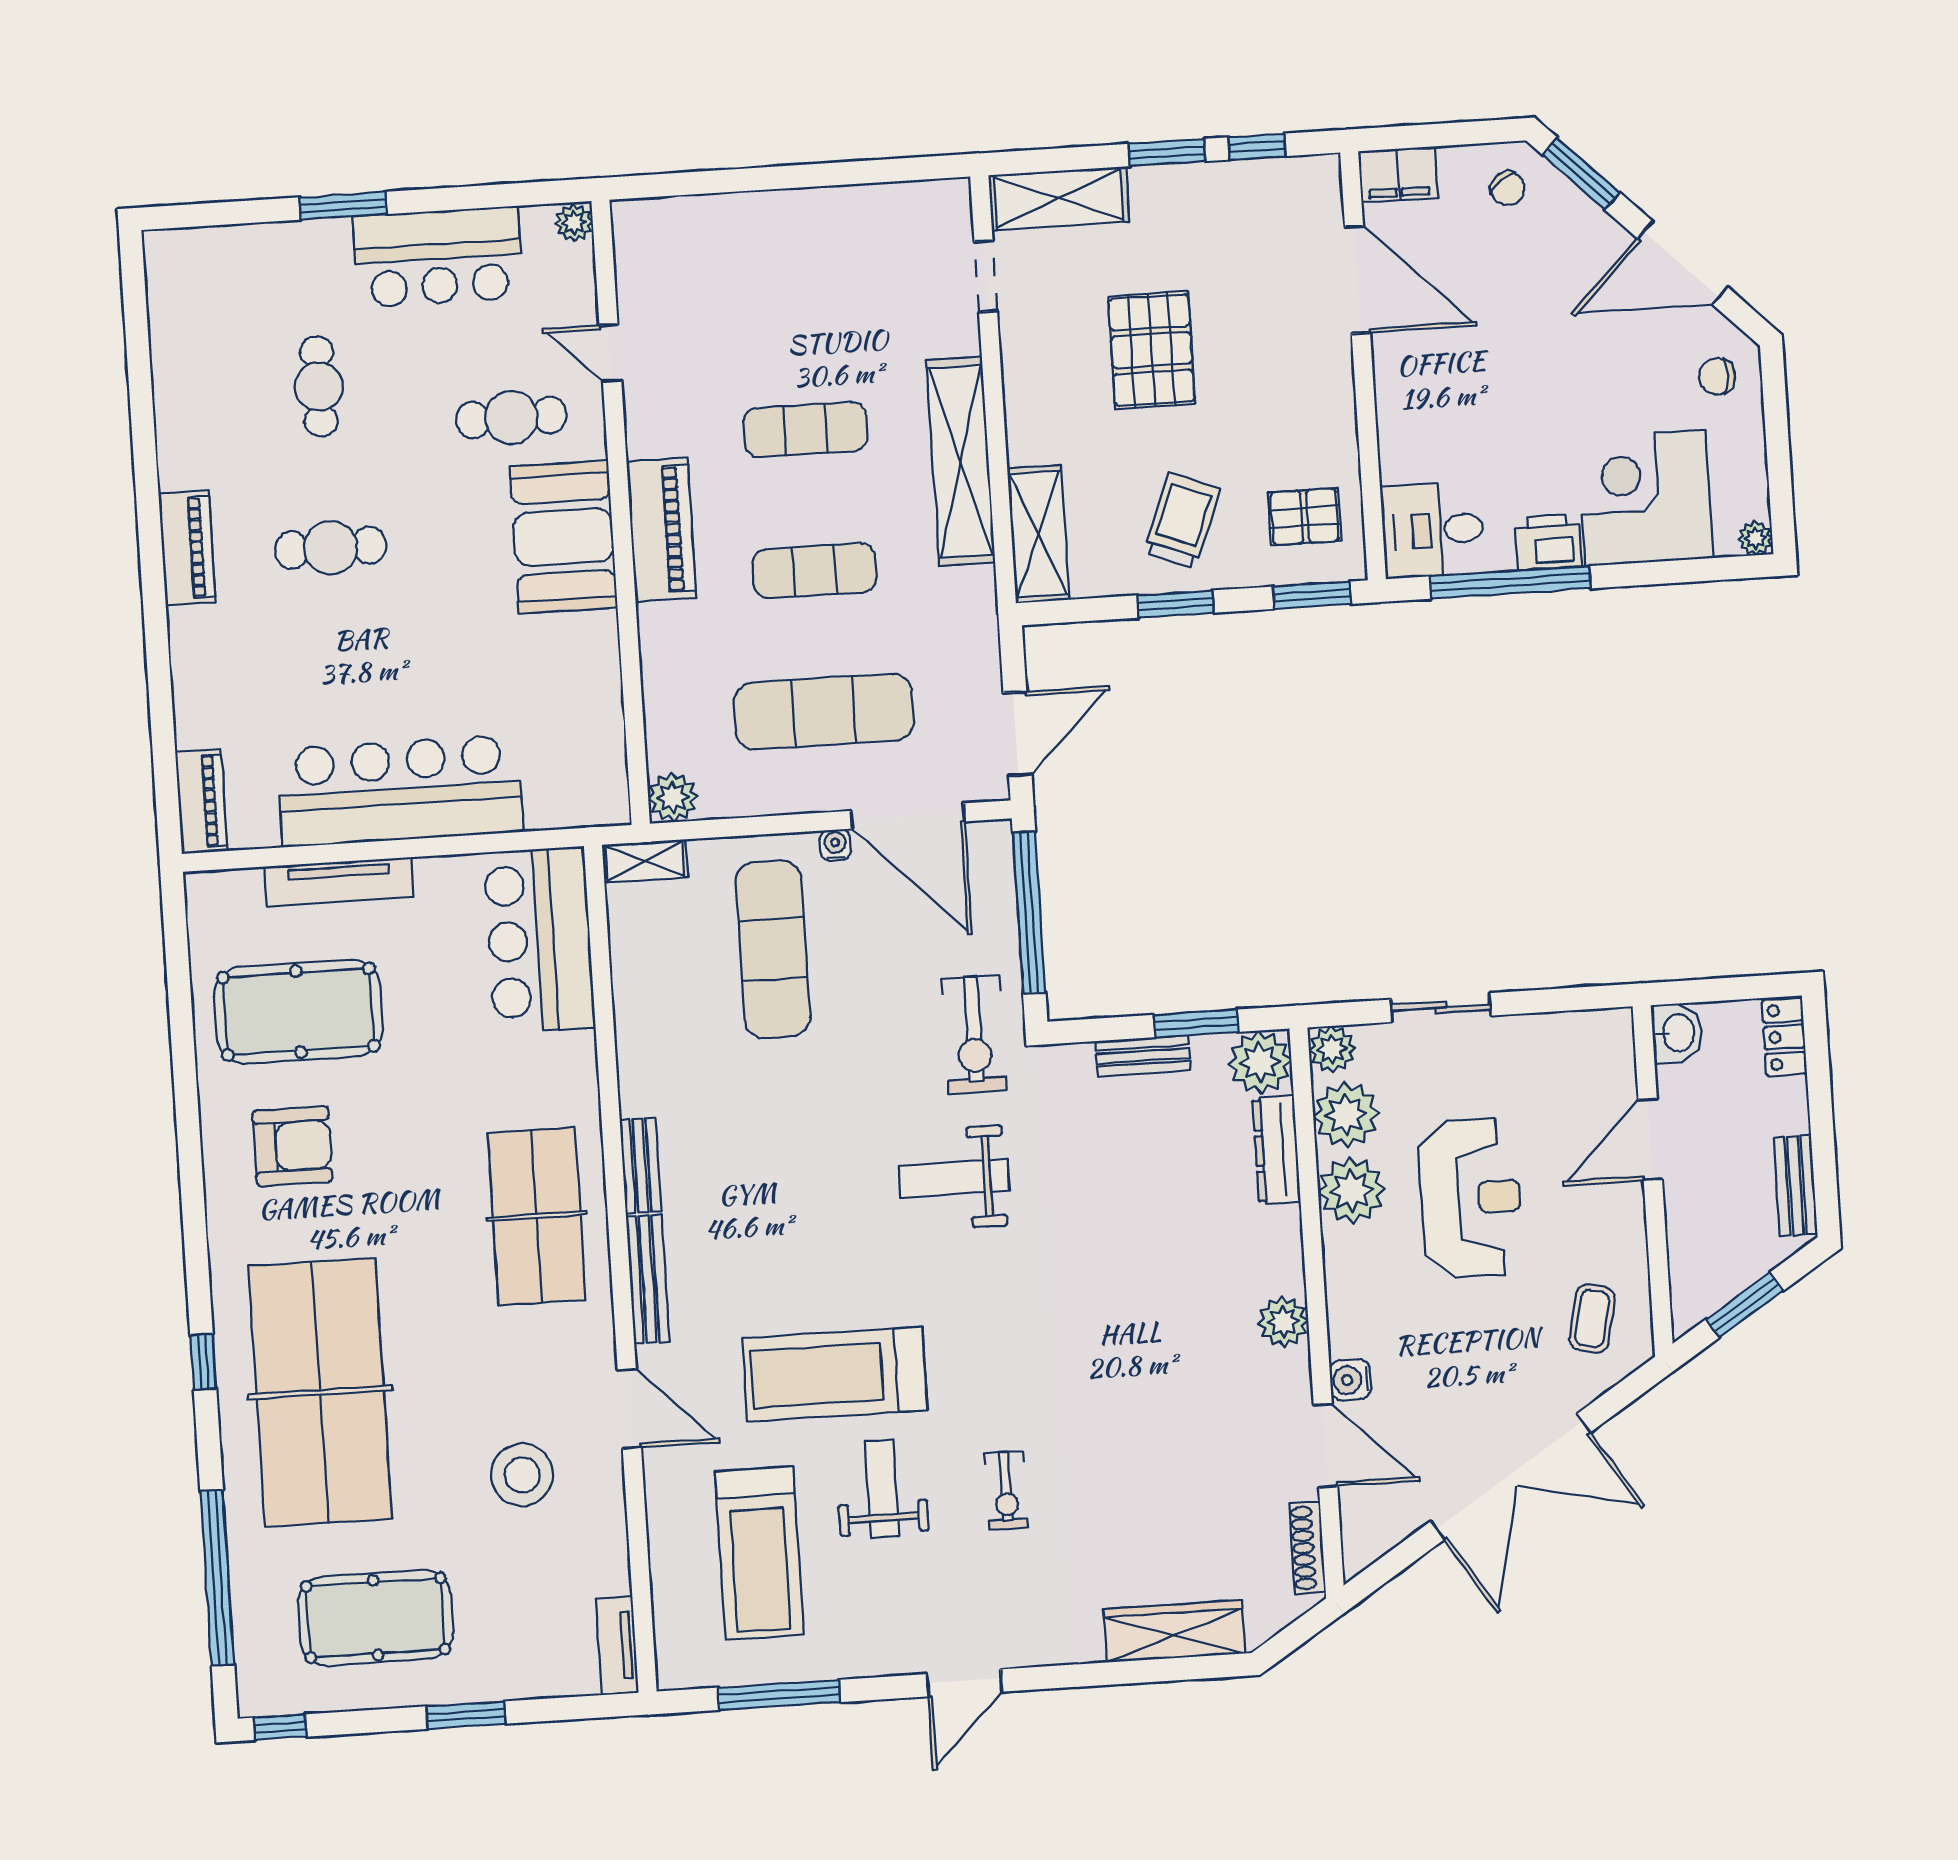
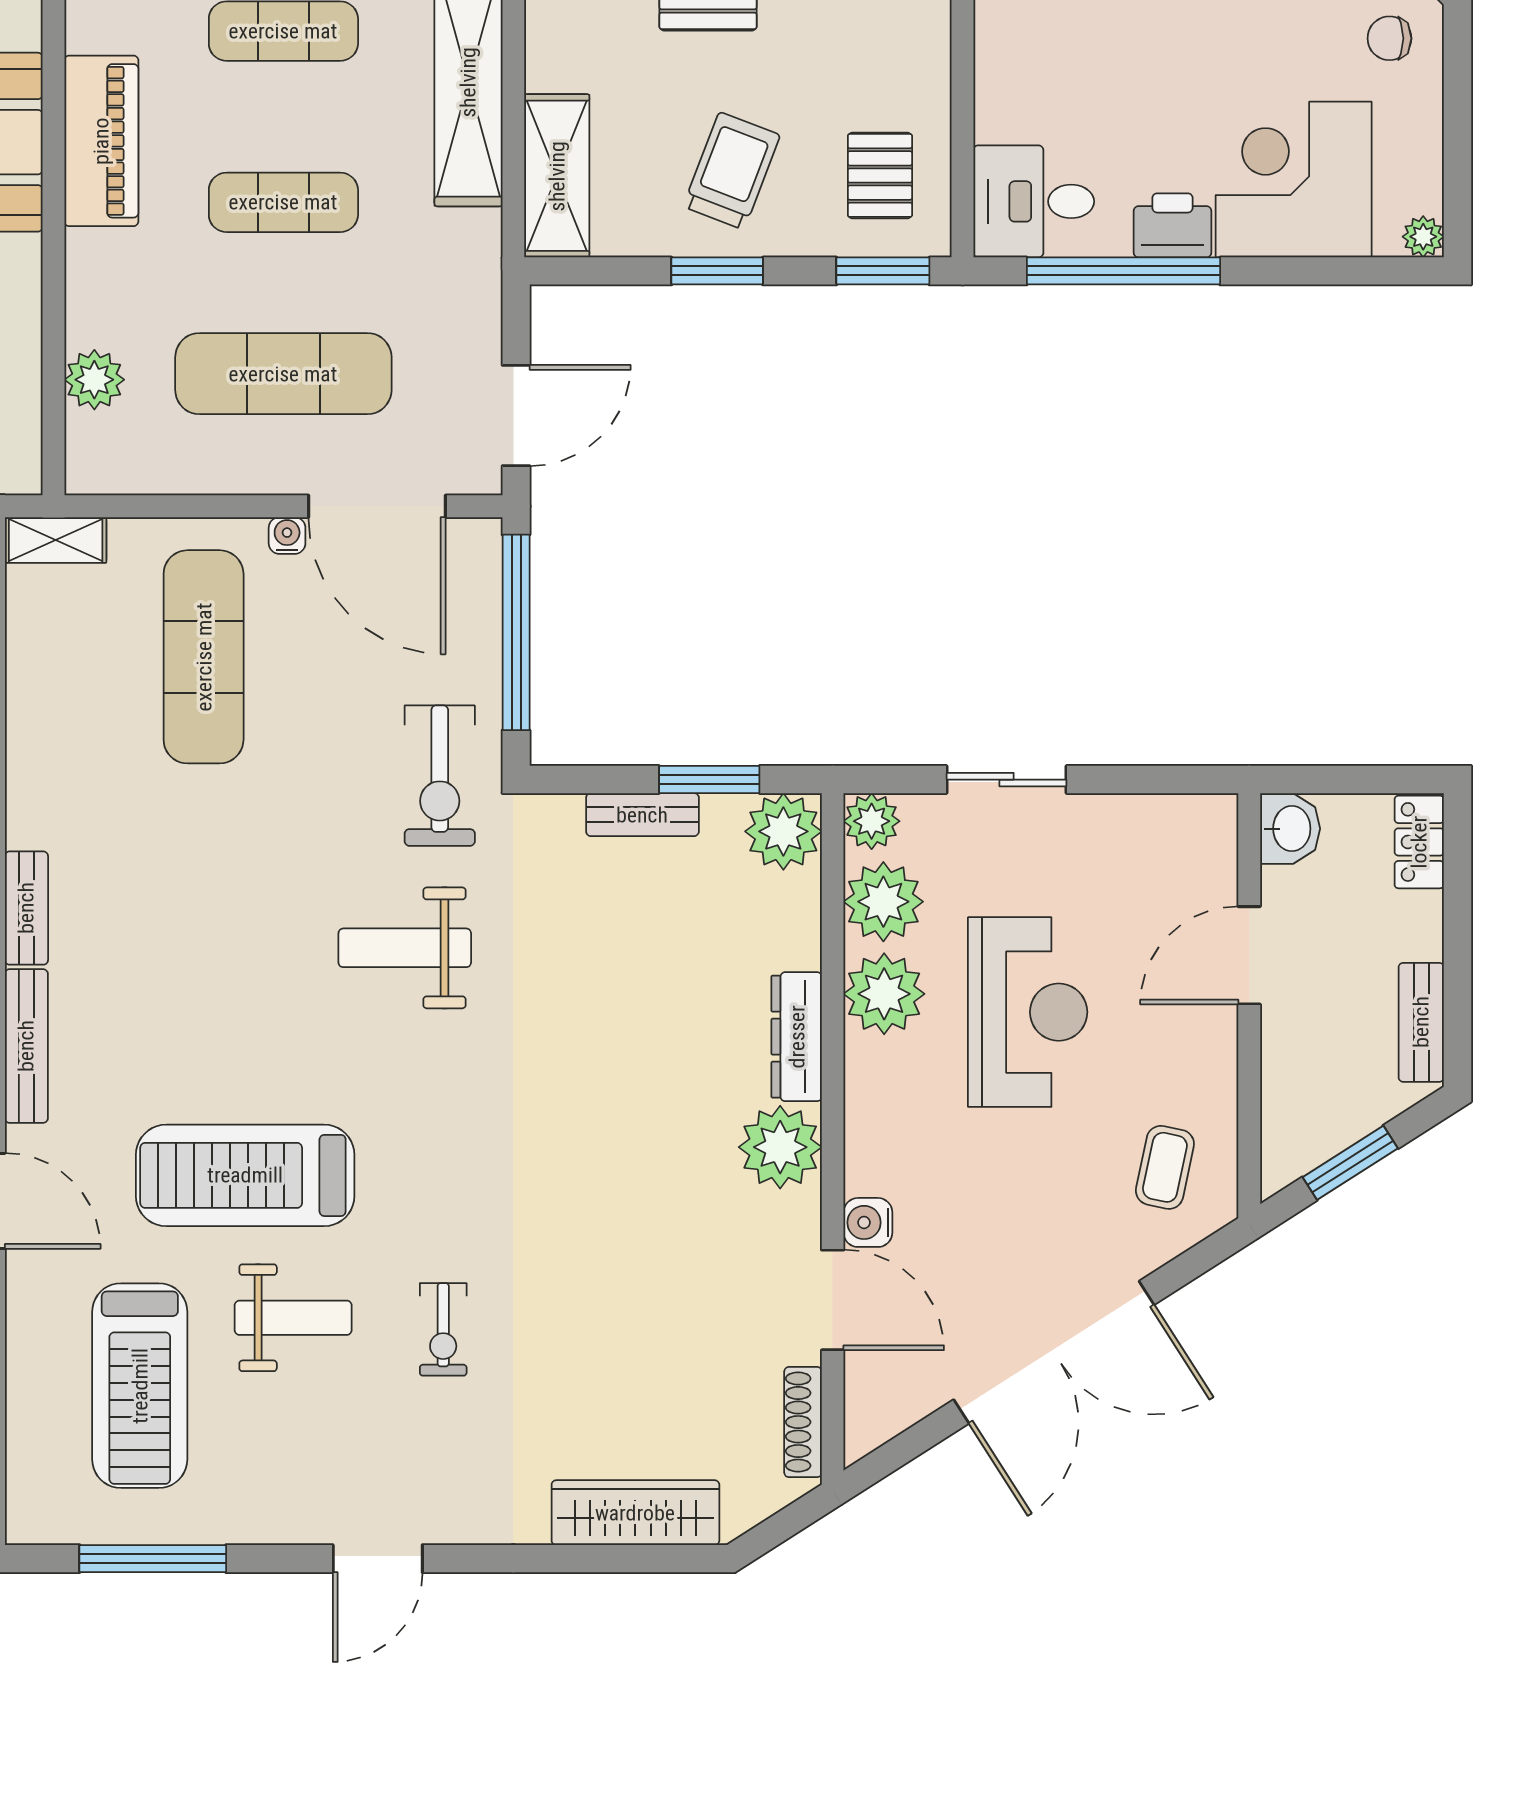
pallet: (1305, 517) -> (880, 175), turned 90
plant: (673, 797) -> (94, 380), moved
dresser: (1276, 1150) -> (797, 1037), moved
plant: (1283, 1322) -> (780, 1147), width x1.36, depth x1.36
weight bench: (882, 1489) -> (293, 1318), turned 90

